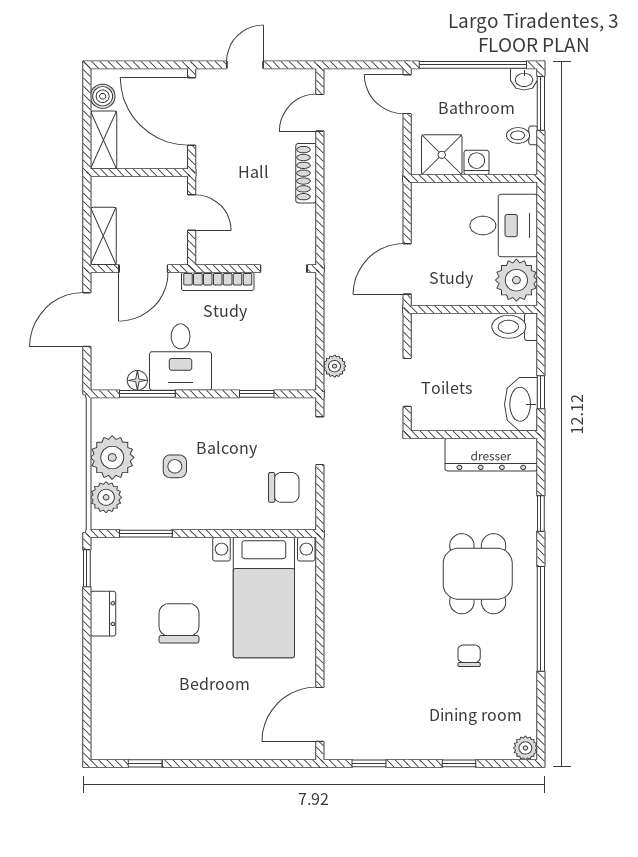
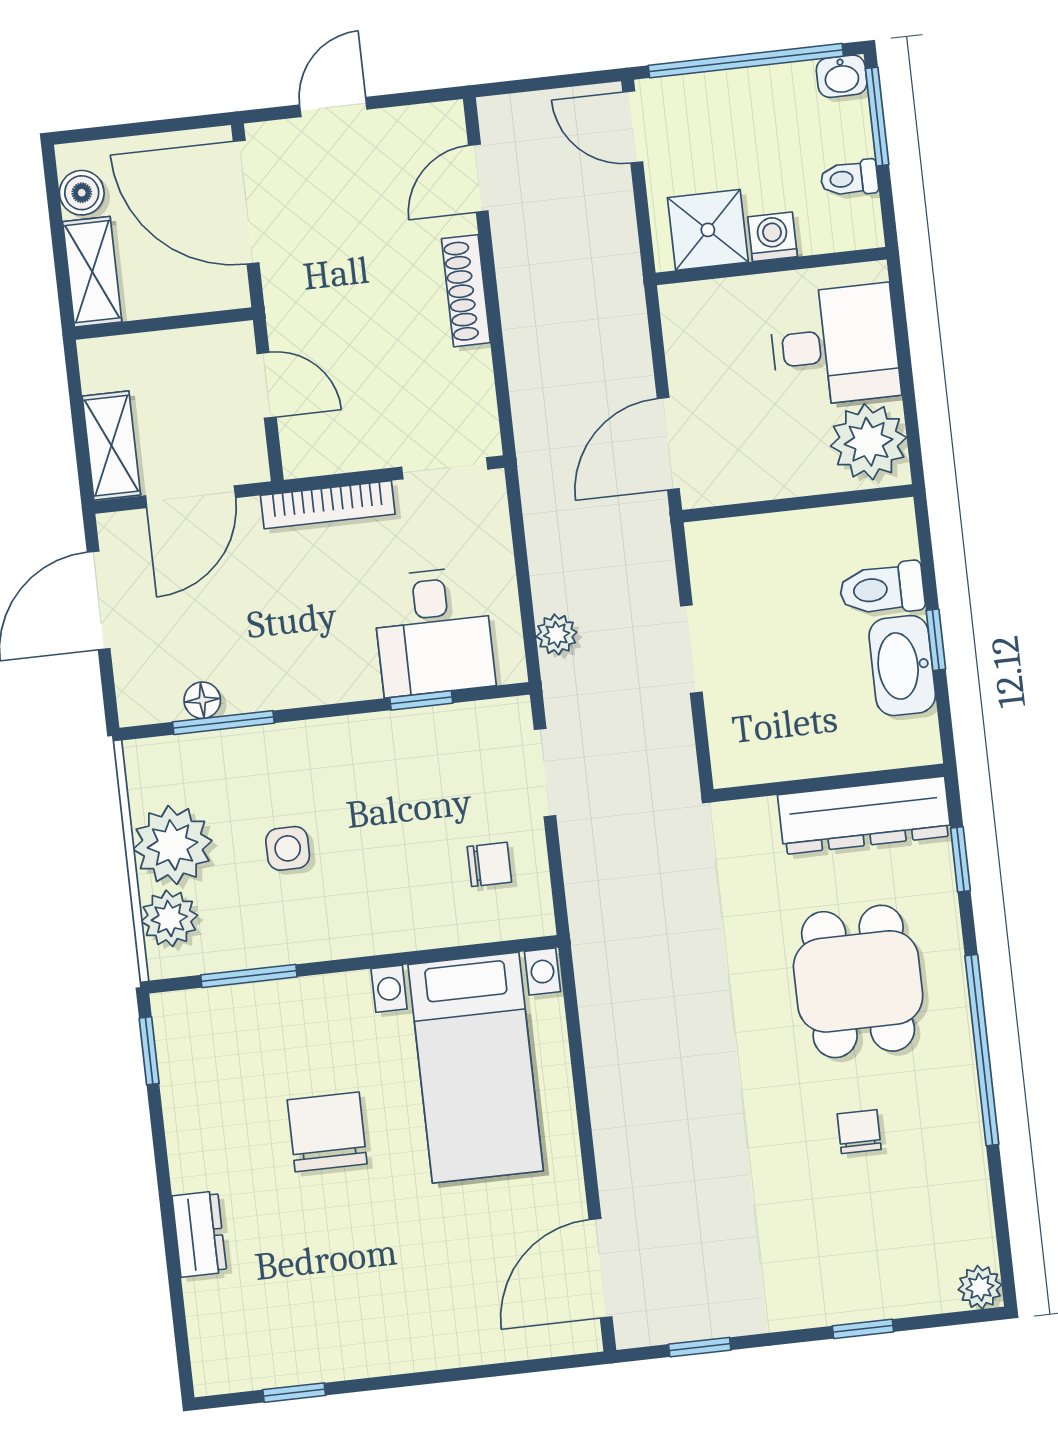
toilet: (515, 327) -> (882, 589), moved
desk: (181, 357) -> (434, 631), moved
wall: (474, 435) -> (829, 783), moved
dresser: (491, 455) -> (864, 815), moved
chair: (284, 487) -> (489, 864), width x0.73, depth x0.73
dresser: (103, 614) -> (199, 1234), moved

